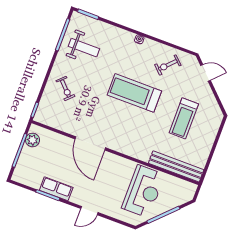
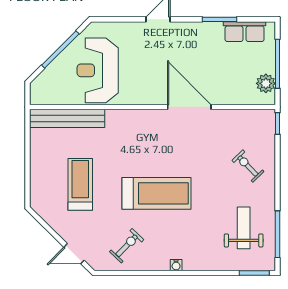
weight bench: (84, 48) -> (244, 228), turned 90
row of seats: (56, 189) -> (245, 32), moved

